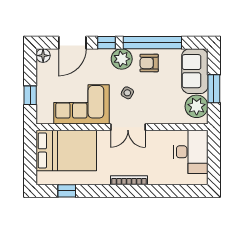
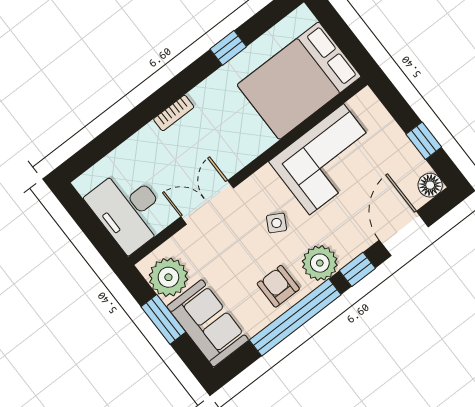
armchair: (149, 63) -> (278, 286), turned -90
window: (30, 95) -> (424, 141), moved
double door: (128, 127) -> (207, 202), moved
bookcase: (129, 180) -> (174, 113), width x0.64
window: (67, 191) -> (228, 48), moved

